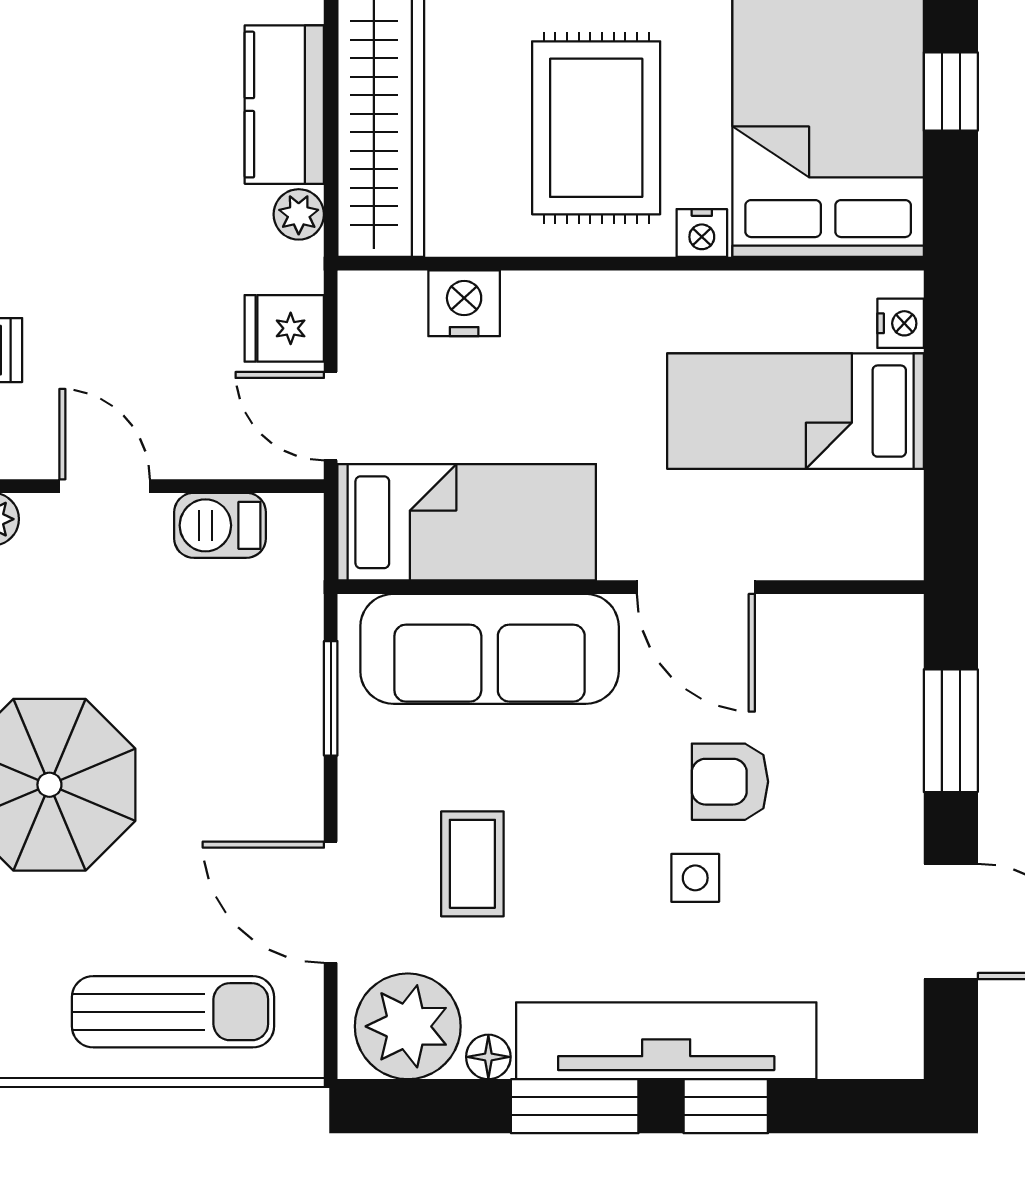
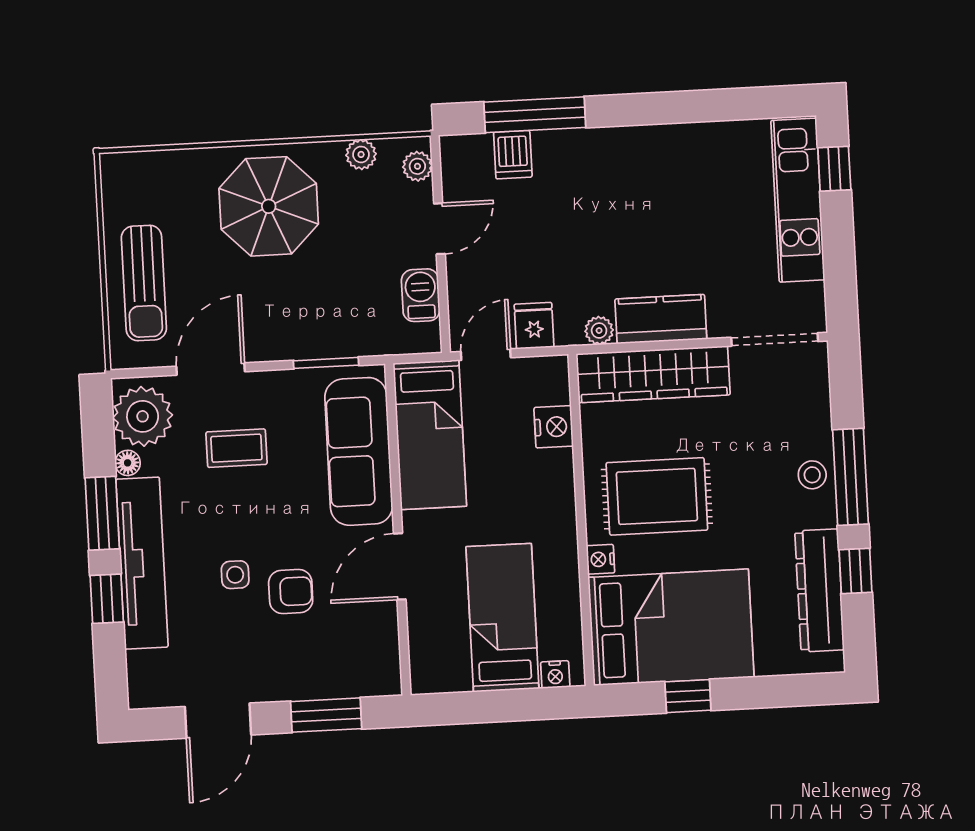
armchair: (730, 782) -> (291, 591), turned 90

